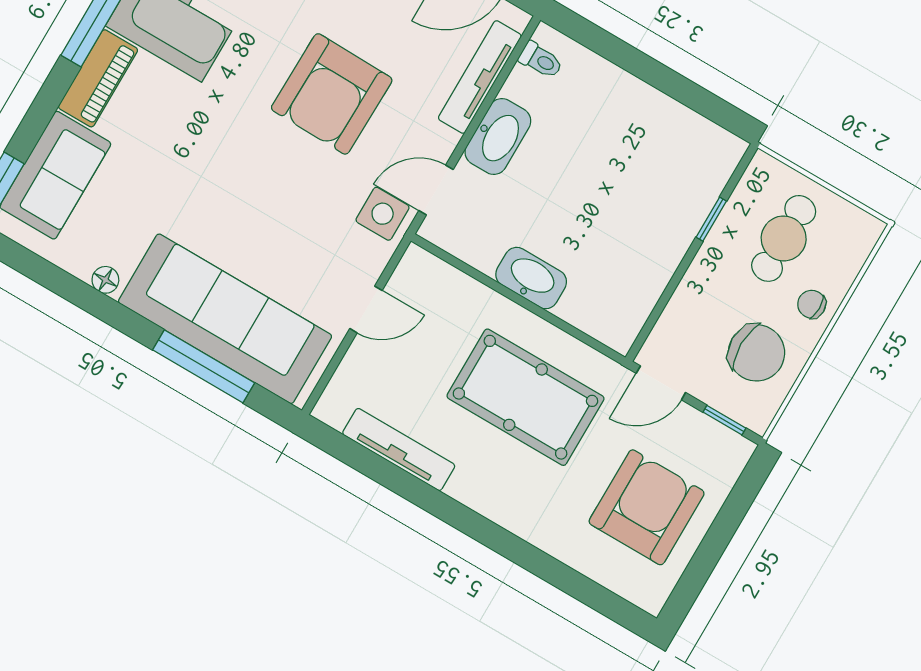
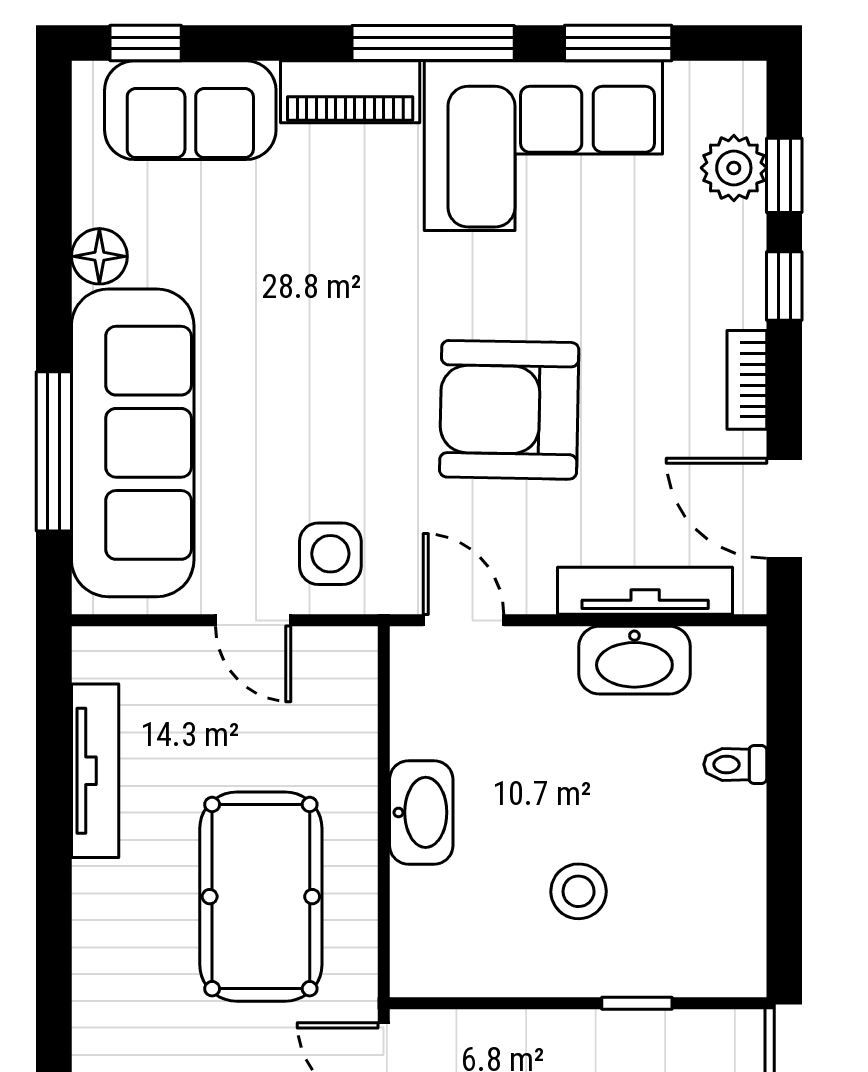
toilet: (541, 60) -> (735, 764), moved, turned 90
washbasin: (498, 136) -> (634, 660), moved
side table: (383, 214) -> (330, 554), moved
stool: (628, 215) -> (579, 891), added
floor lamp: (105, 280) -> (99, 256), width x1.37, depth x1.37

